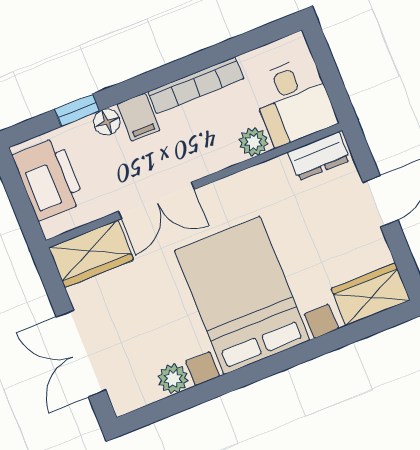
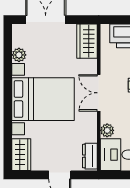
double door: (156, 200) -> (99, 93), moved

